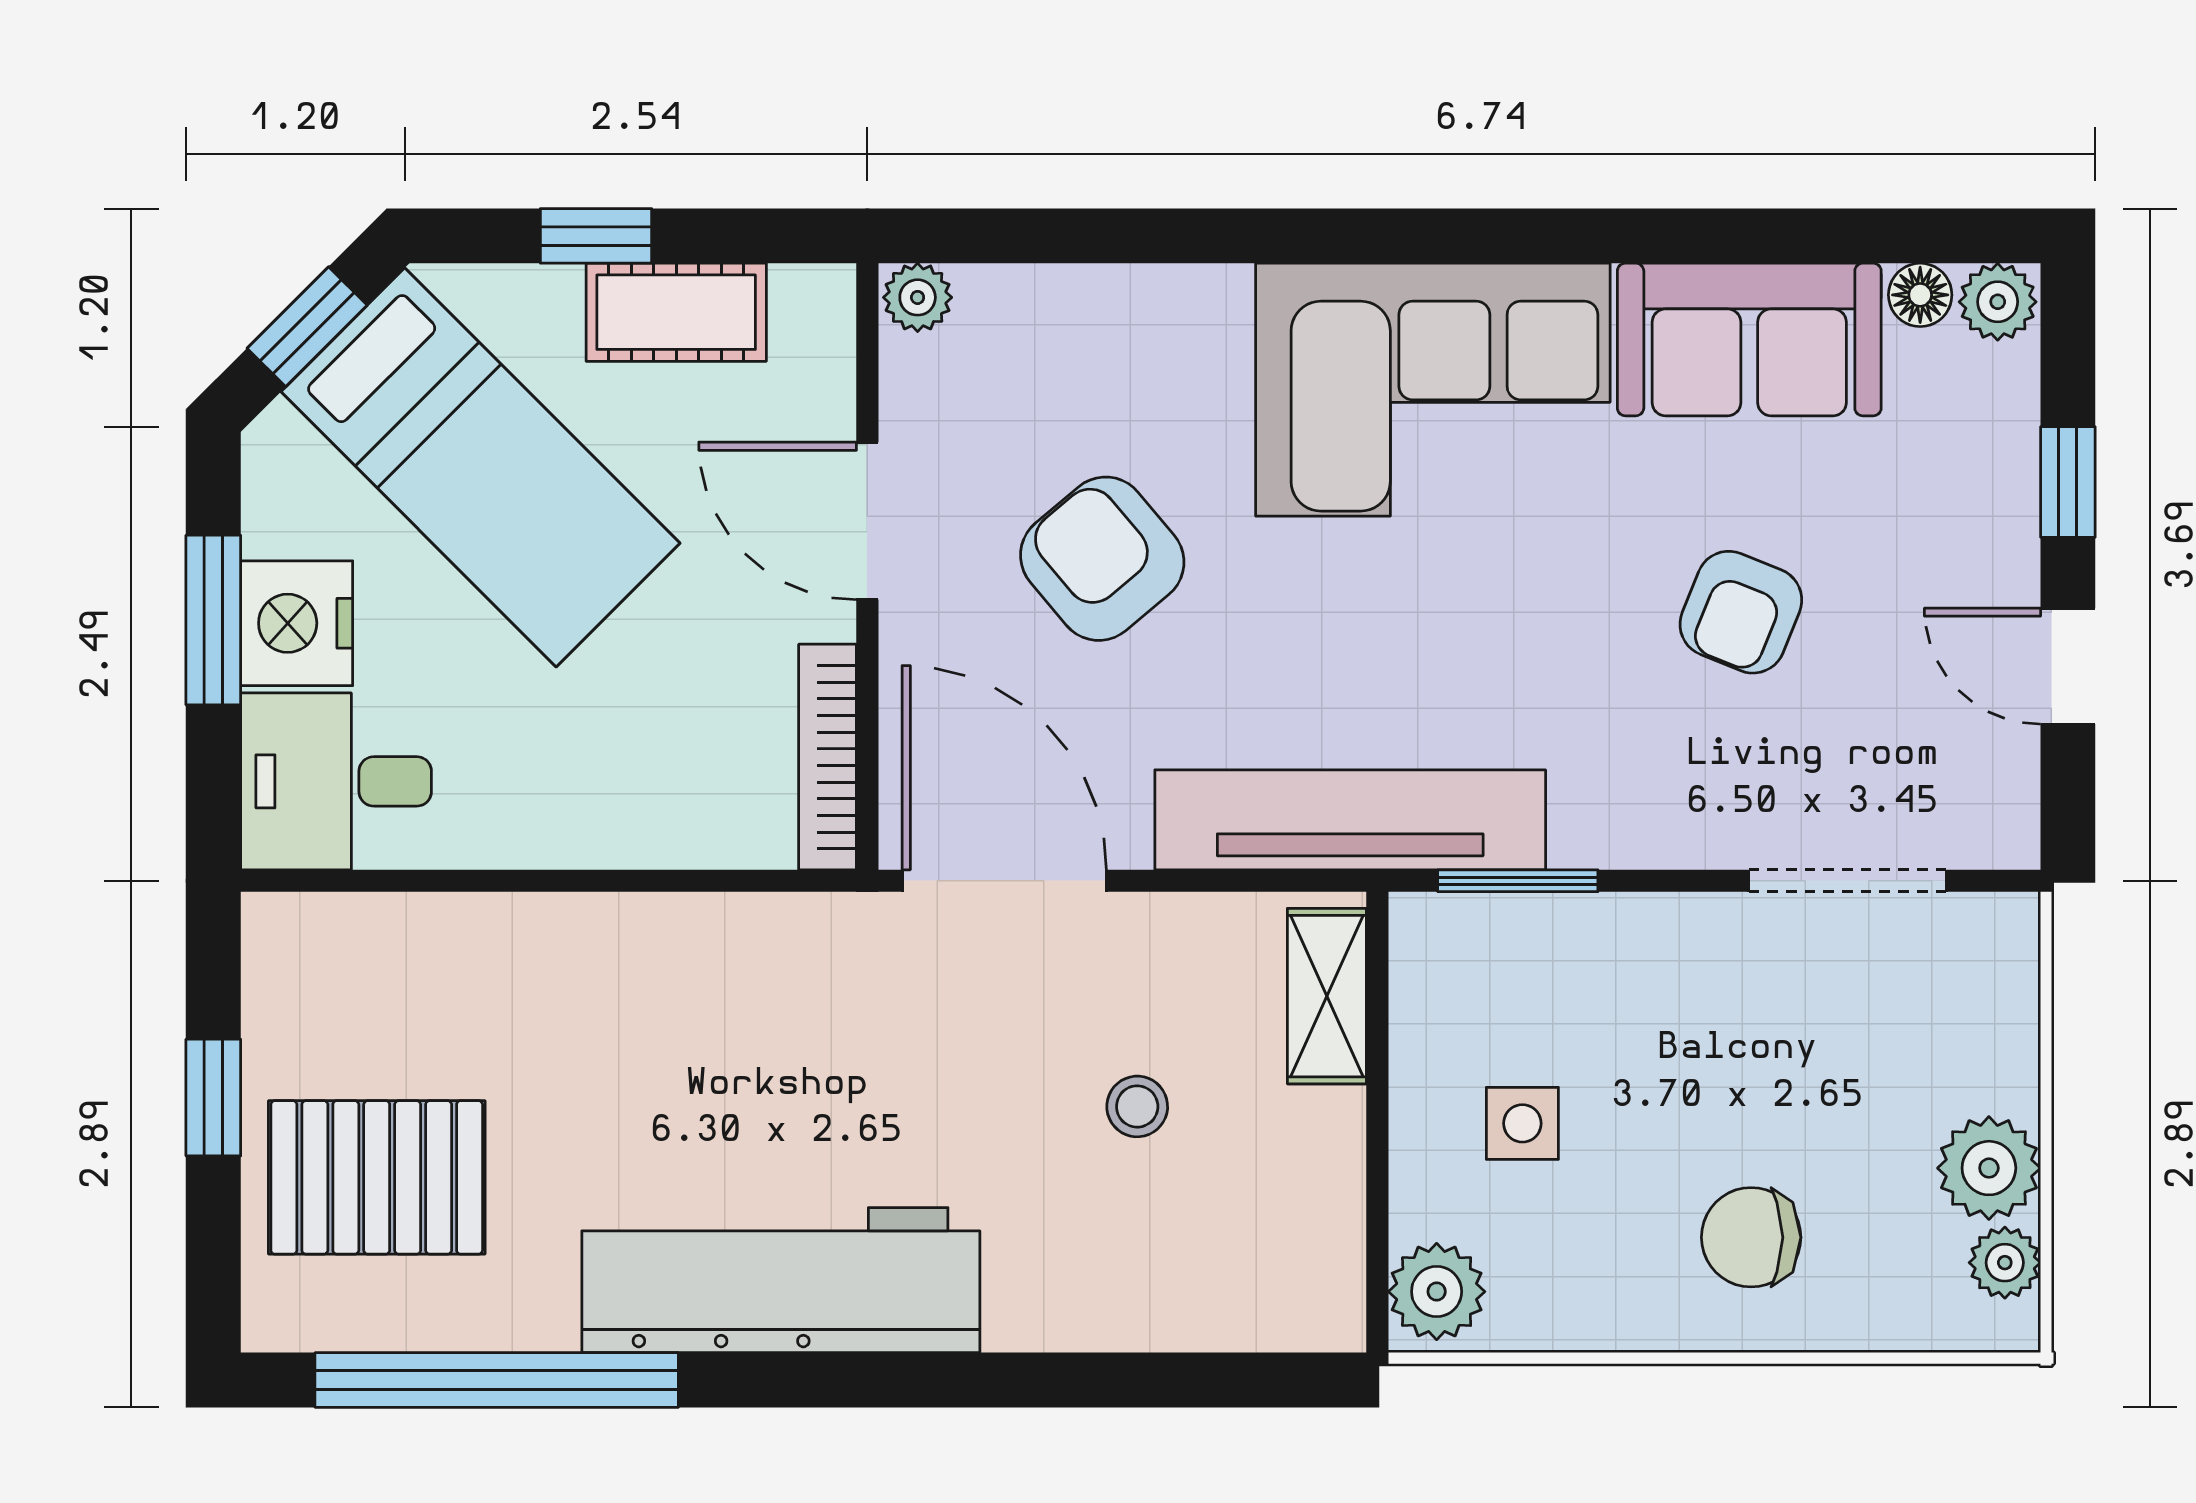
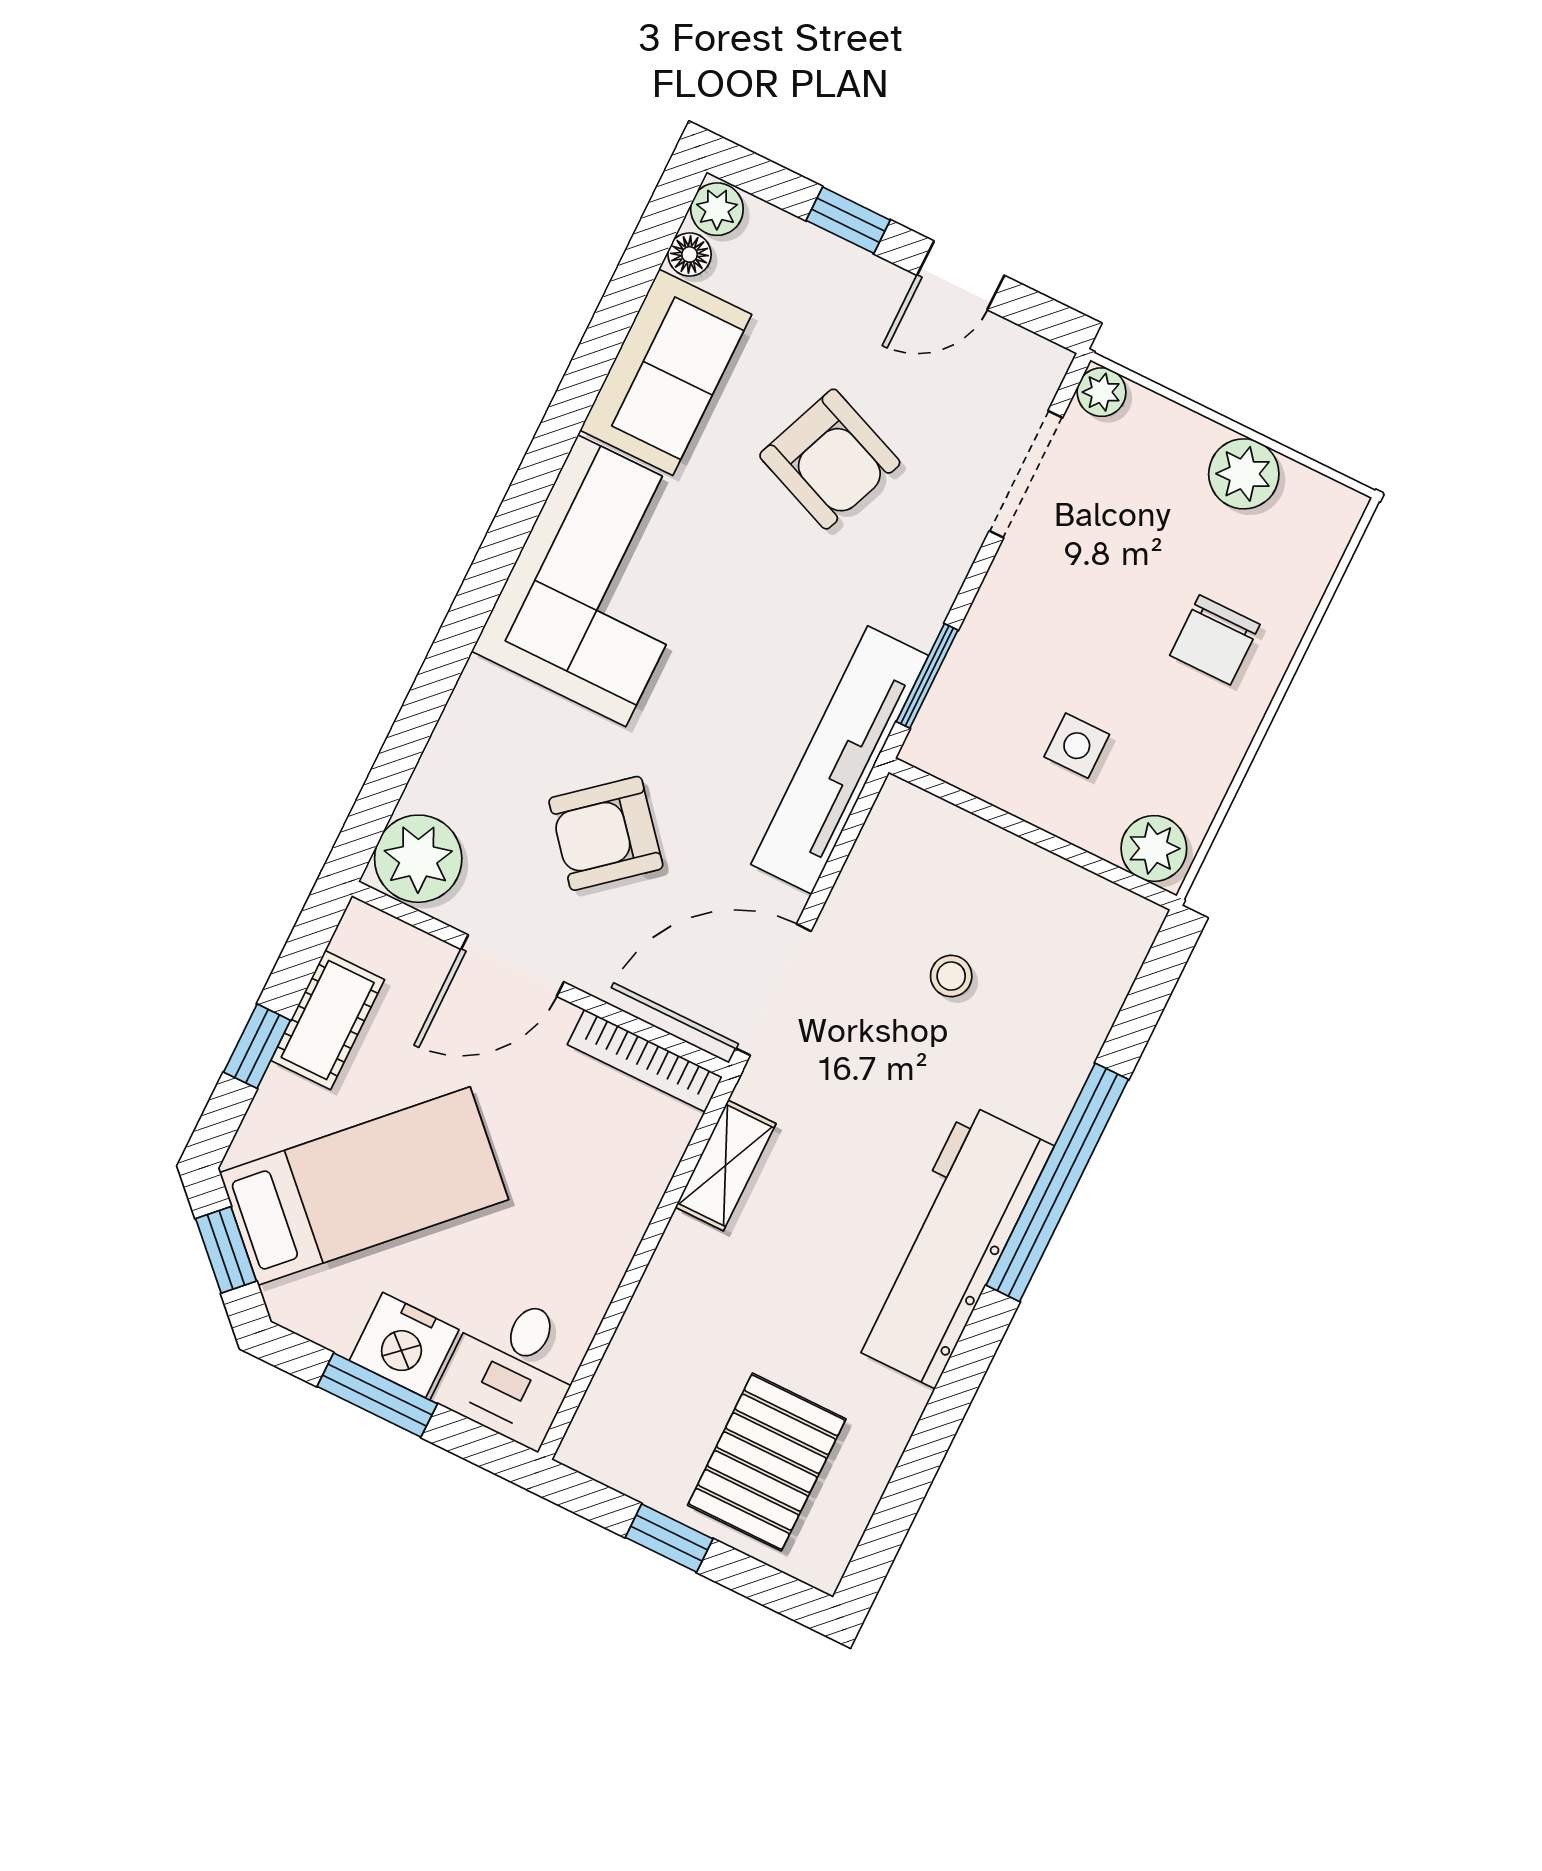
plant: (918, 297) -> (418, 859), width x1.87, depth x1.87
armchair: (1741, 612) -> (830, 459), width x1.38, depth x1.38
shelving: (1327, 996) -> (726, 1165), moved, turned 90
plant: (2005, 1263) -> (1102, 392), moved
window: (497, 1380) -> (1057, 1182), moved

